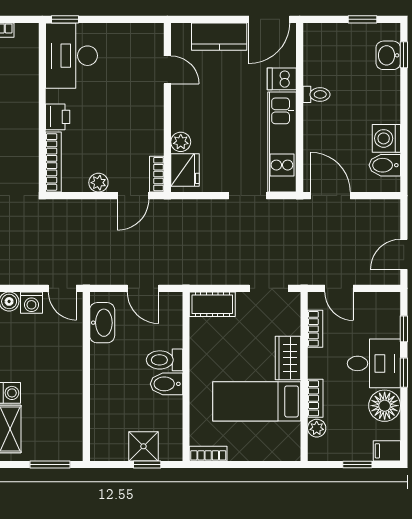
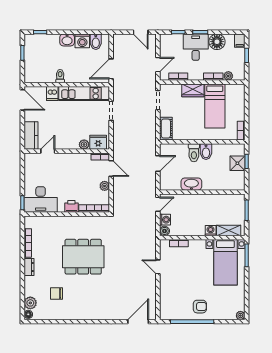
kitchen counter: (219, 37) -> (31, 136), moved
washbasin: (388, 55) -> (67, 40), moved
washbasin: (102, 323) -> (191, 184), moved

